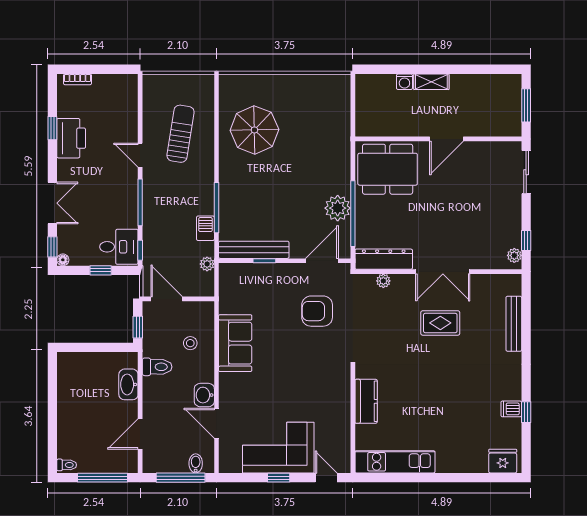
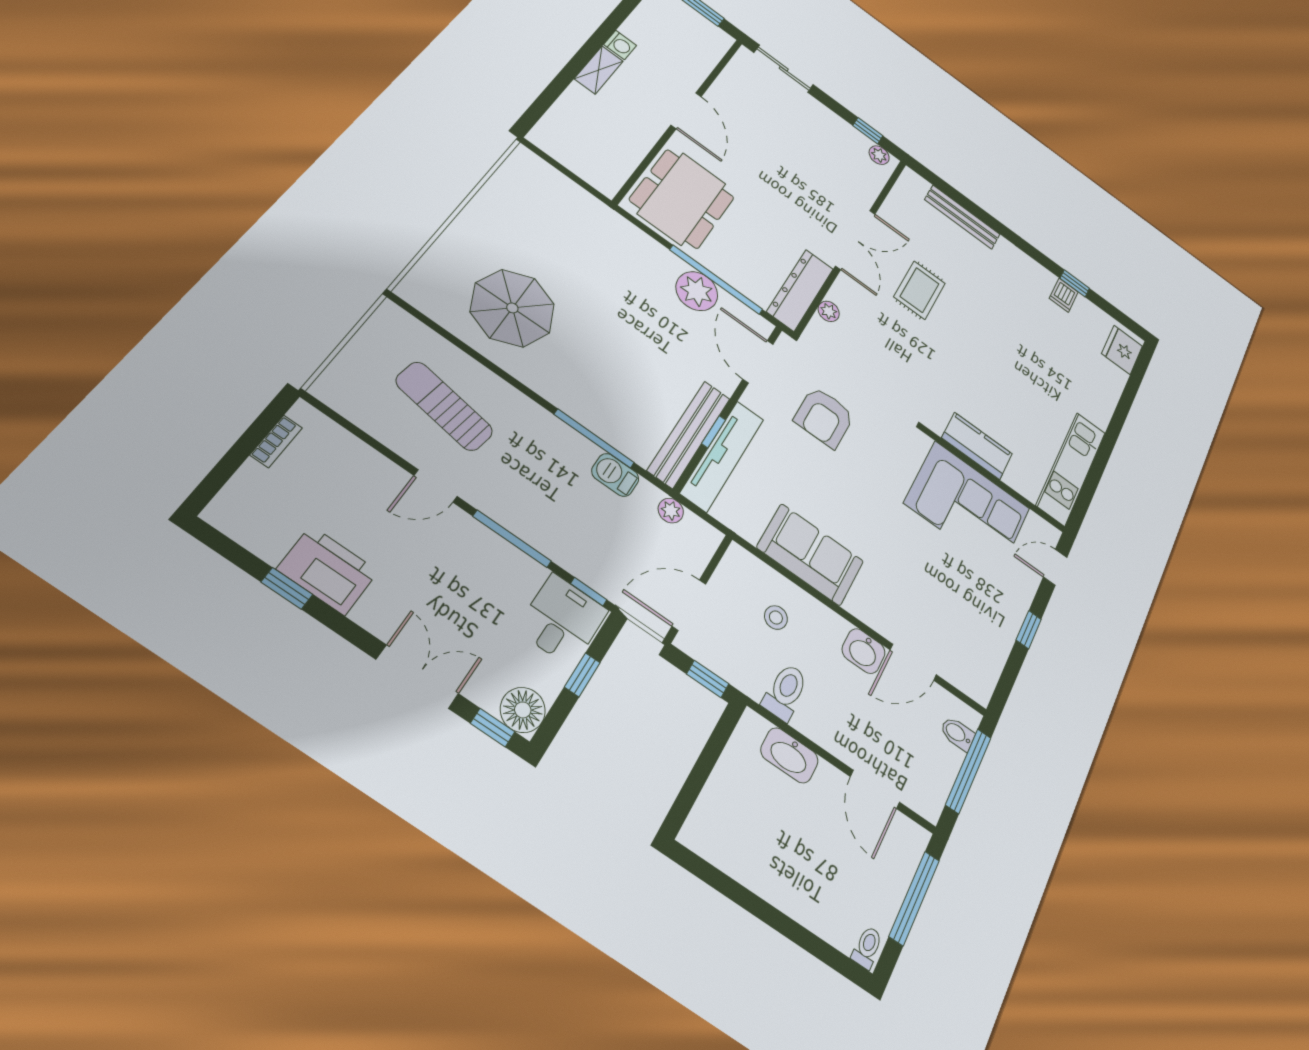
bookcase: (77, 79) -> (276, 441), moved
washing machine: (404, 82) -> (620, 45), moved
floor lamp: (63, 260) -> (523, 710), width x1.89, depth x1.89
tv unit: (255, 272) -> (722, 456), added
corner sofa: (278, 448) -> (967, 506), moved, turned -90

